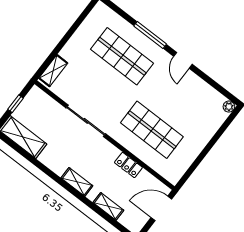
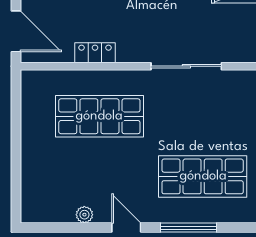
plant: (229, 107) -> (84, 215), moved
door: (161, 208) -> (16, 31), hinge flipped

